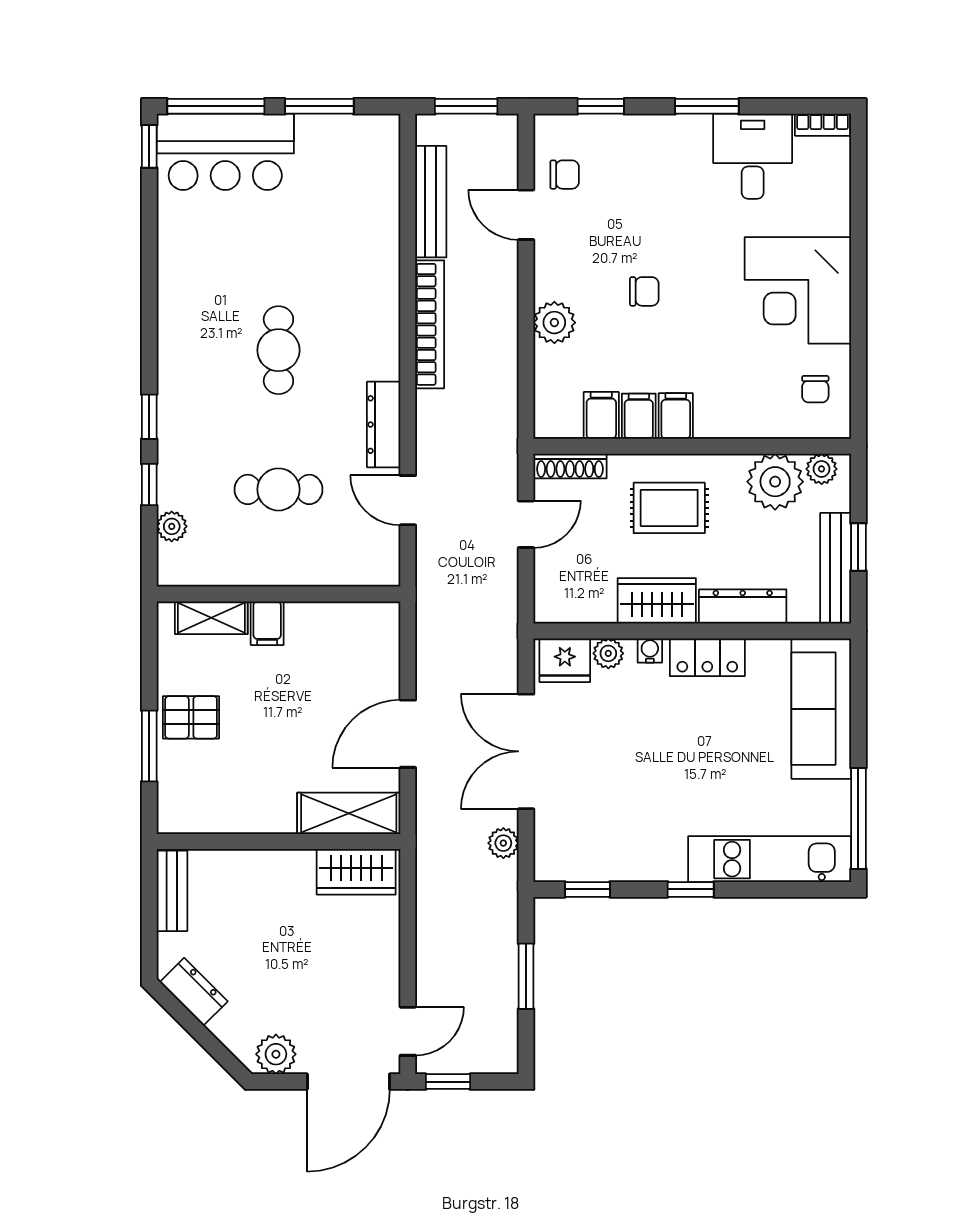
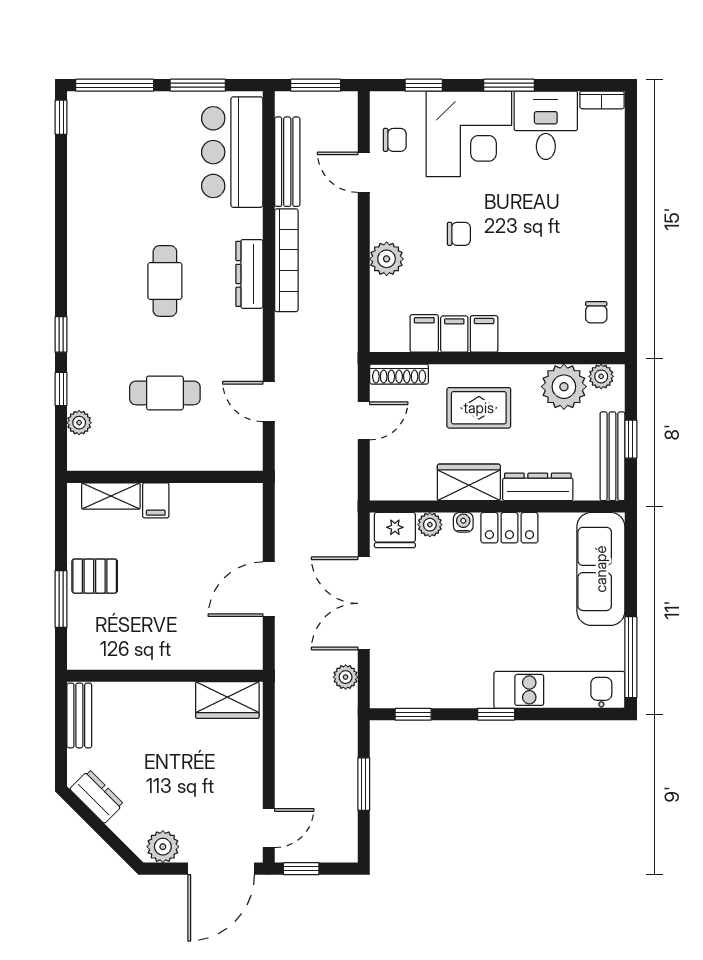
bar counter: (225, 152) -> (232, 152), moved, turned 90
corner desk: (798, 290) -> (469, 134), moved, turned -90
dresser: (384, 425) -> (249, 274), moved
shelving: (349, 813) -> (221, 653), removed

